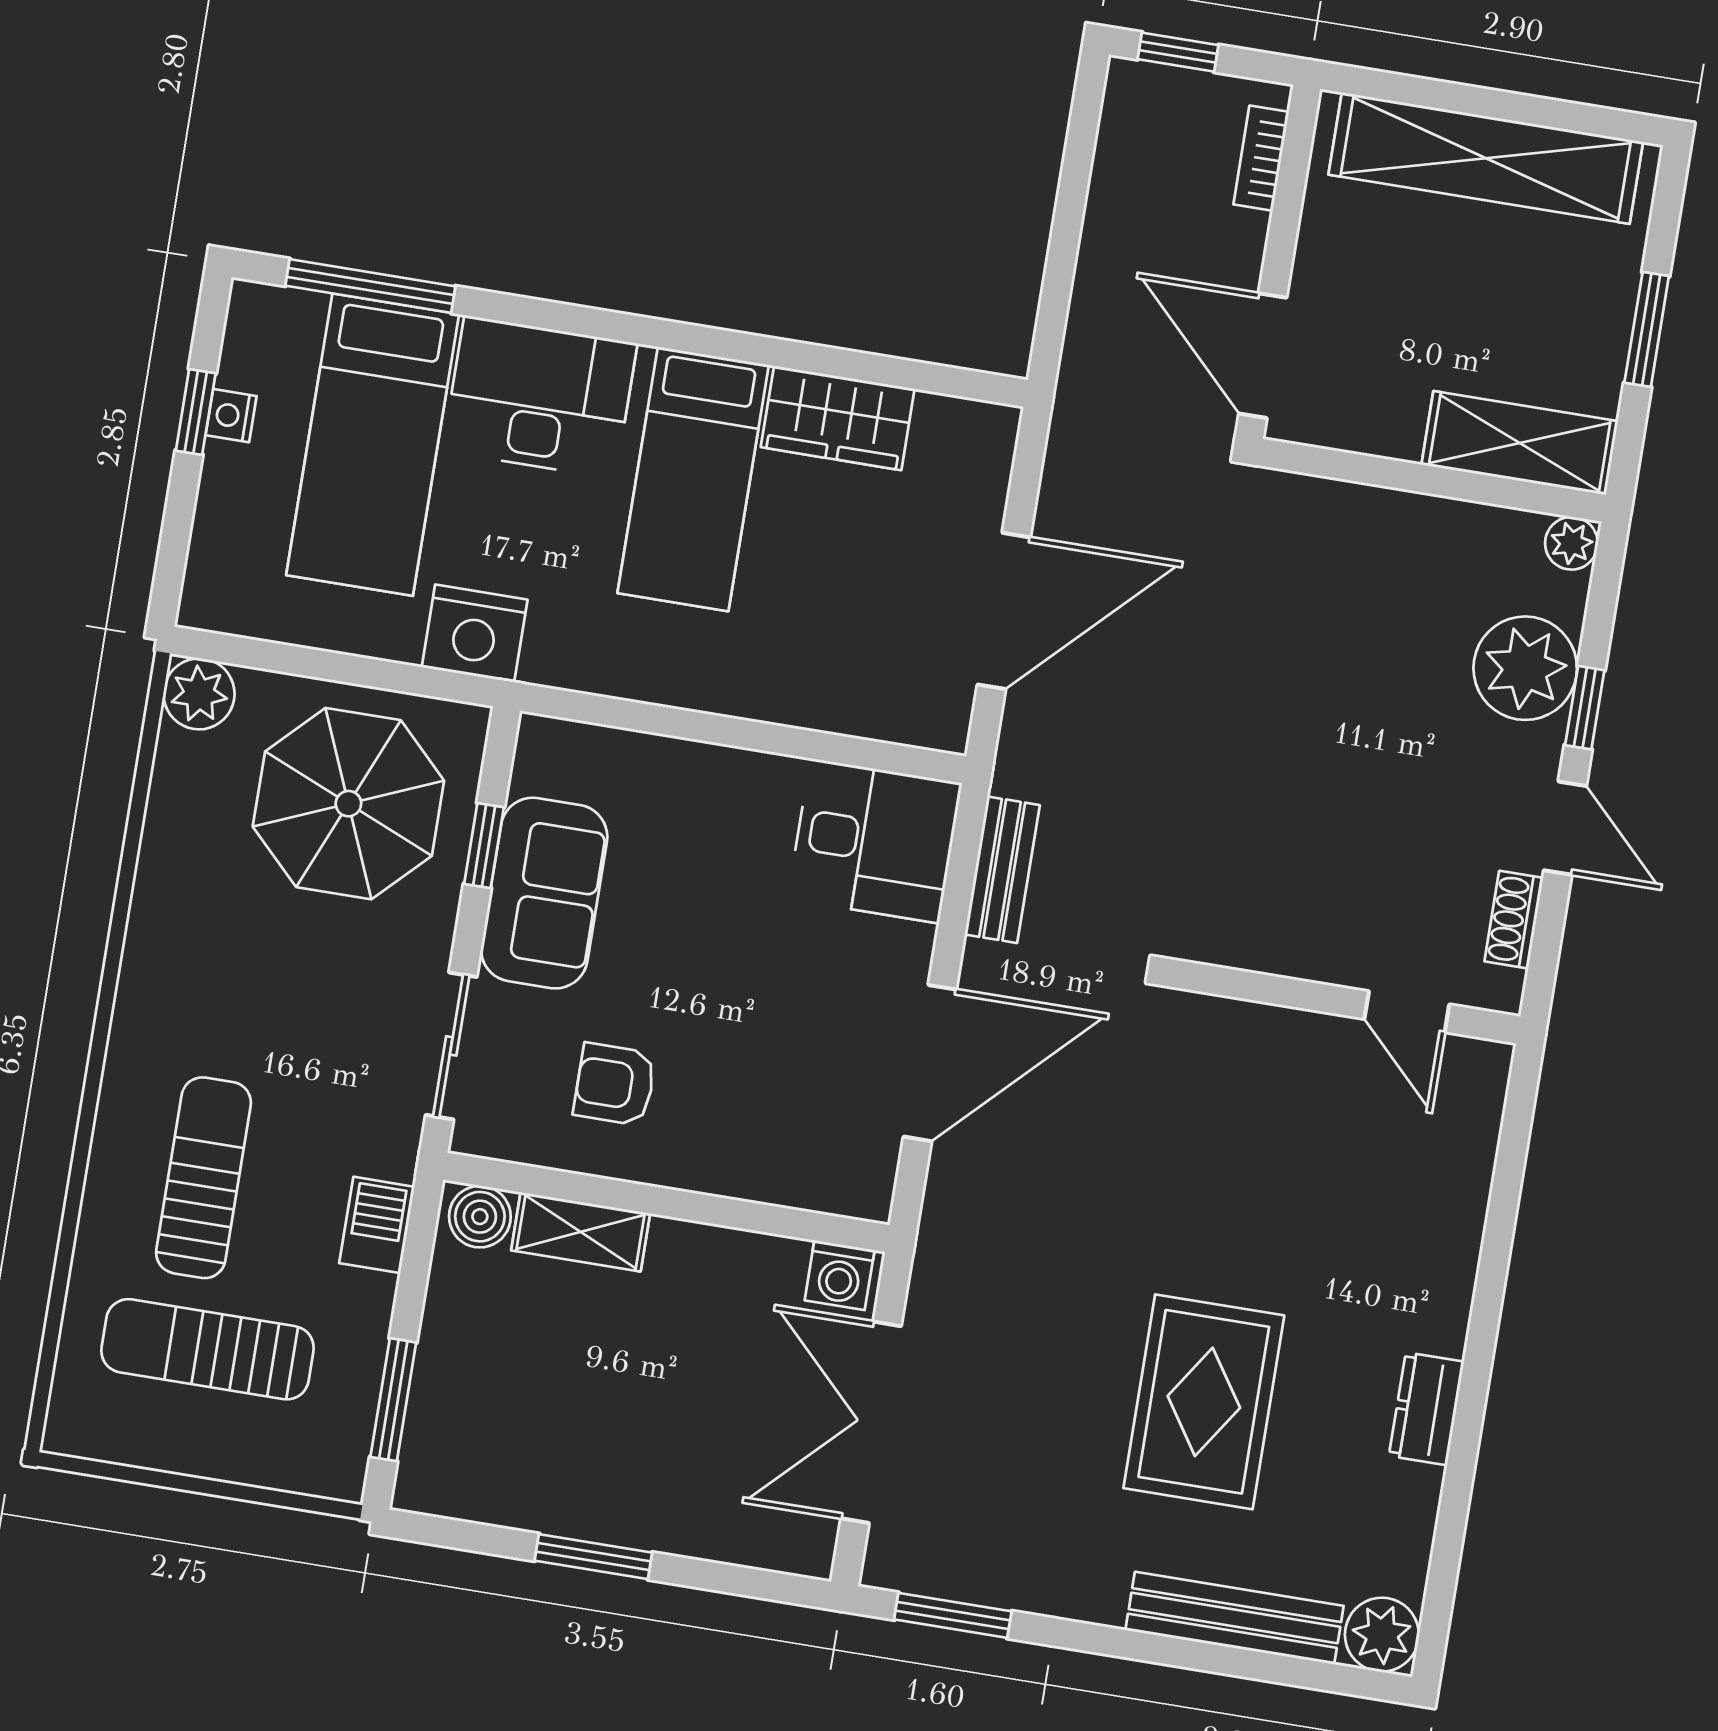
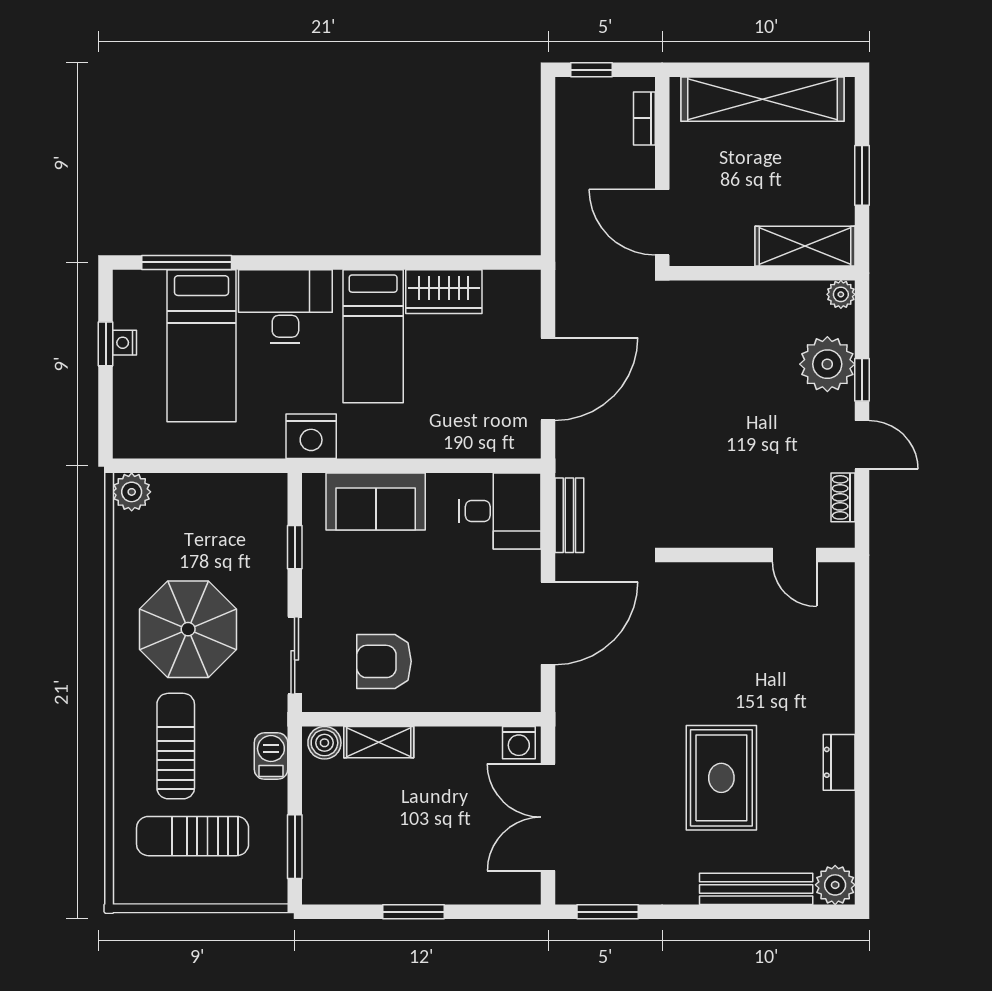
nightstand: (475, 633) -> (311, 436), moved
parasol: (348, 804) -> (188, 629), moved
sofa: (544, 893) -> (376, 502), moved, turned 90
armchair: (615, 1084) -> (384, 661), width x1.38, depth x1.38

